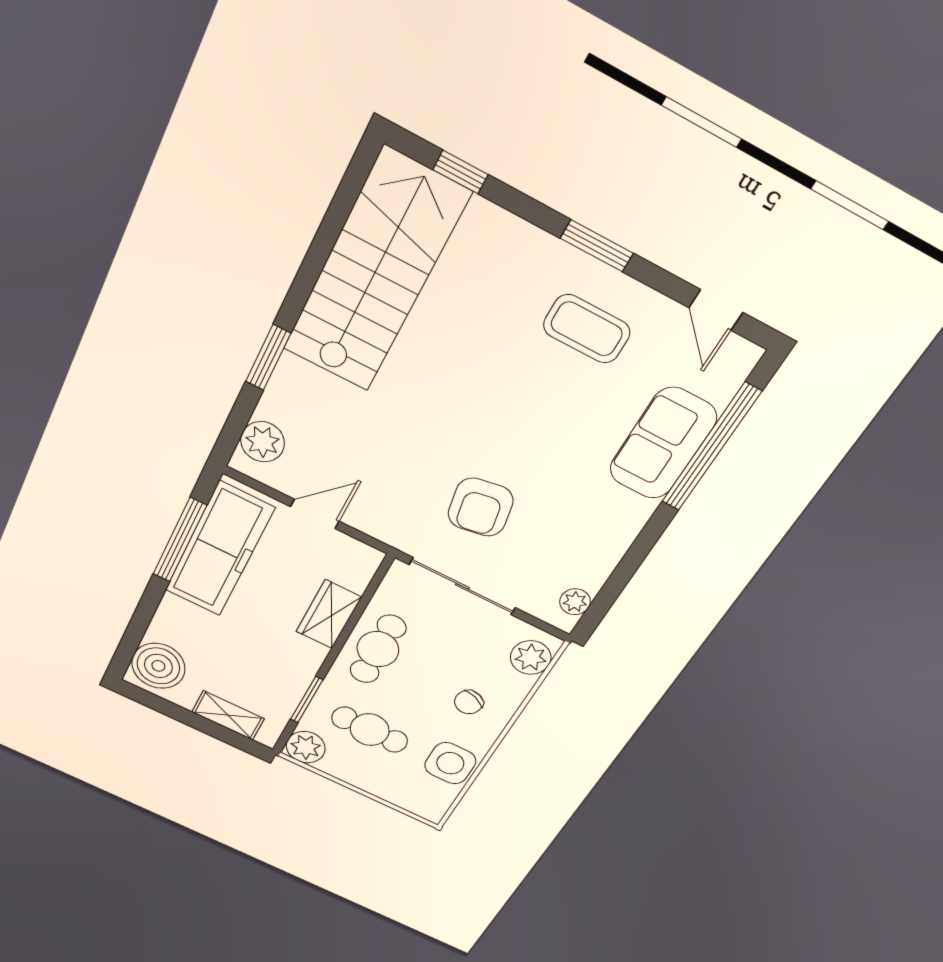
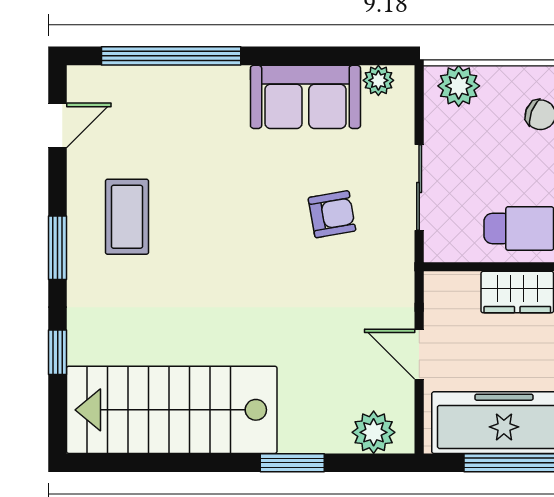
window: (460, 172) -> (58, 352), moved
sofa: (663, 444) -> (305, 97), moved
armchair: (481, 507) -> (332, 214), width x0.72, depth x0.72
sliding door: (462, 586) -> (419, 187), width x0.73

